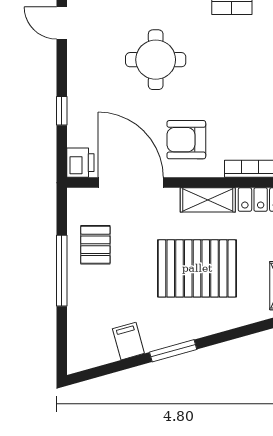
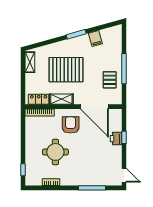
round table: (156, 60) -> (55, 152), moved
armchair: (186, 140) -> (71, 125), turned -90
printer: (80, 163) -> (116, 139), moved

